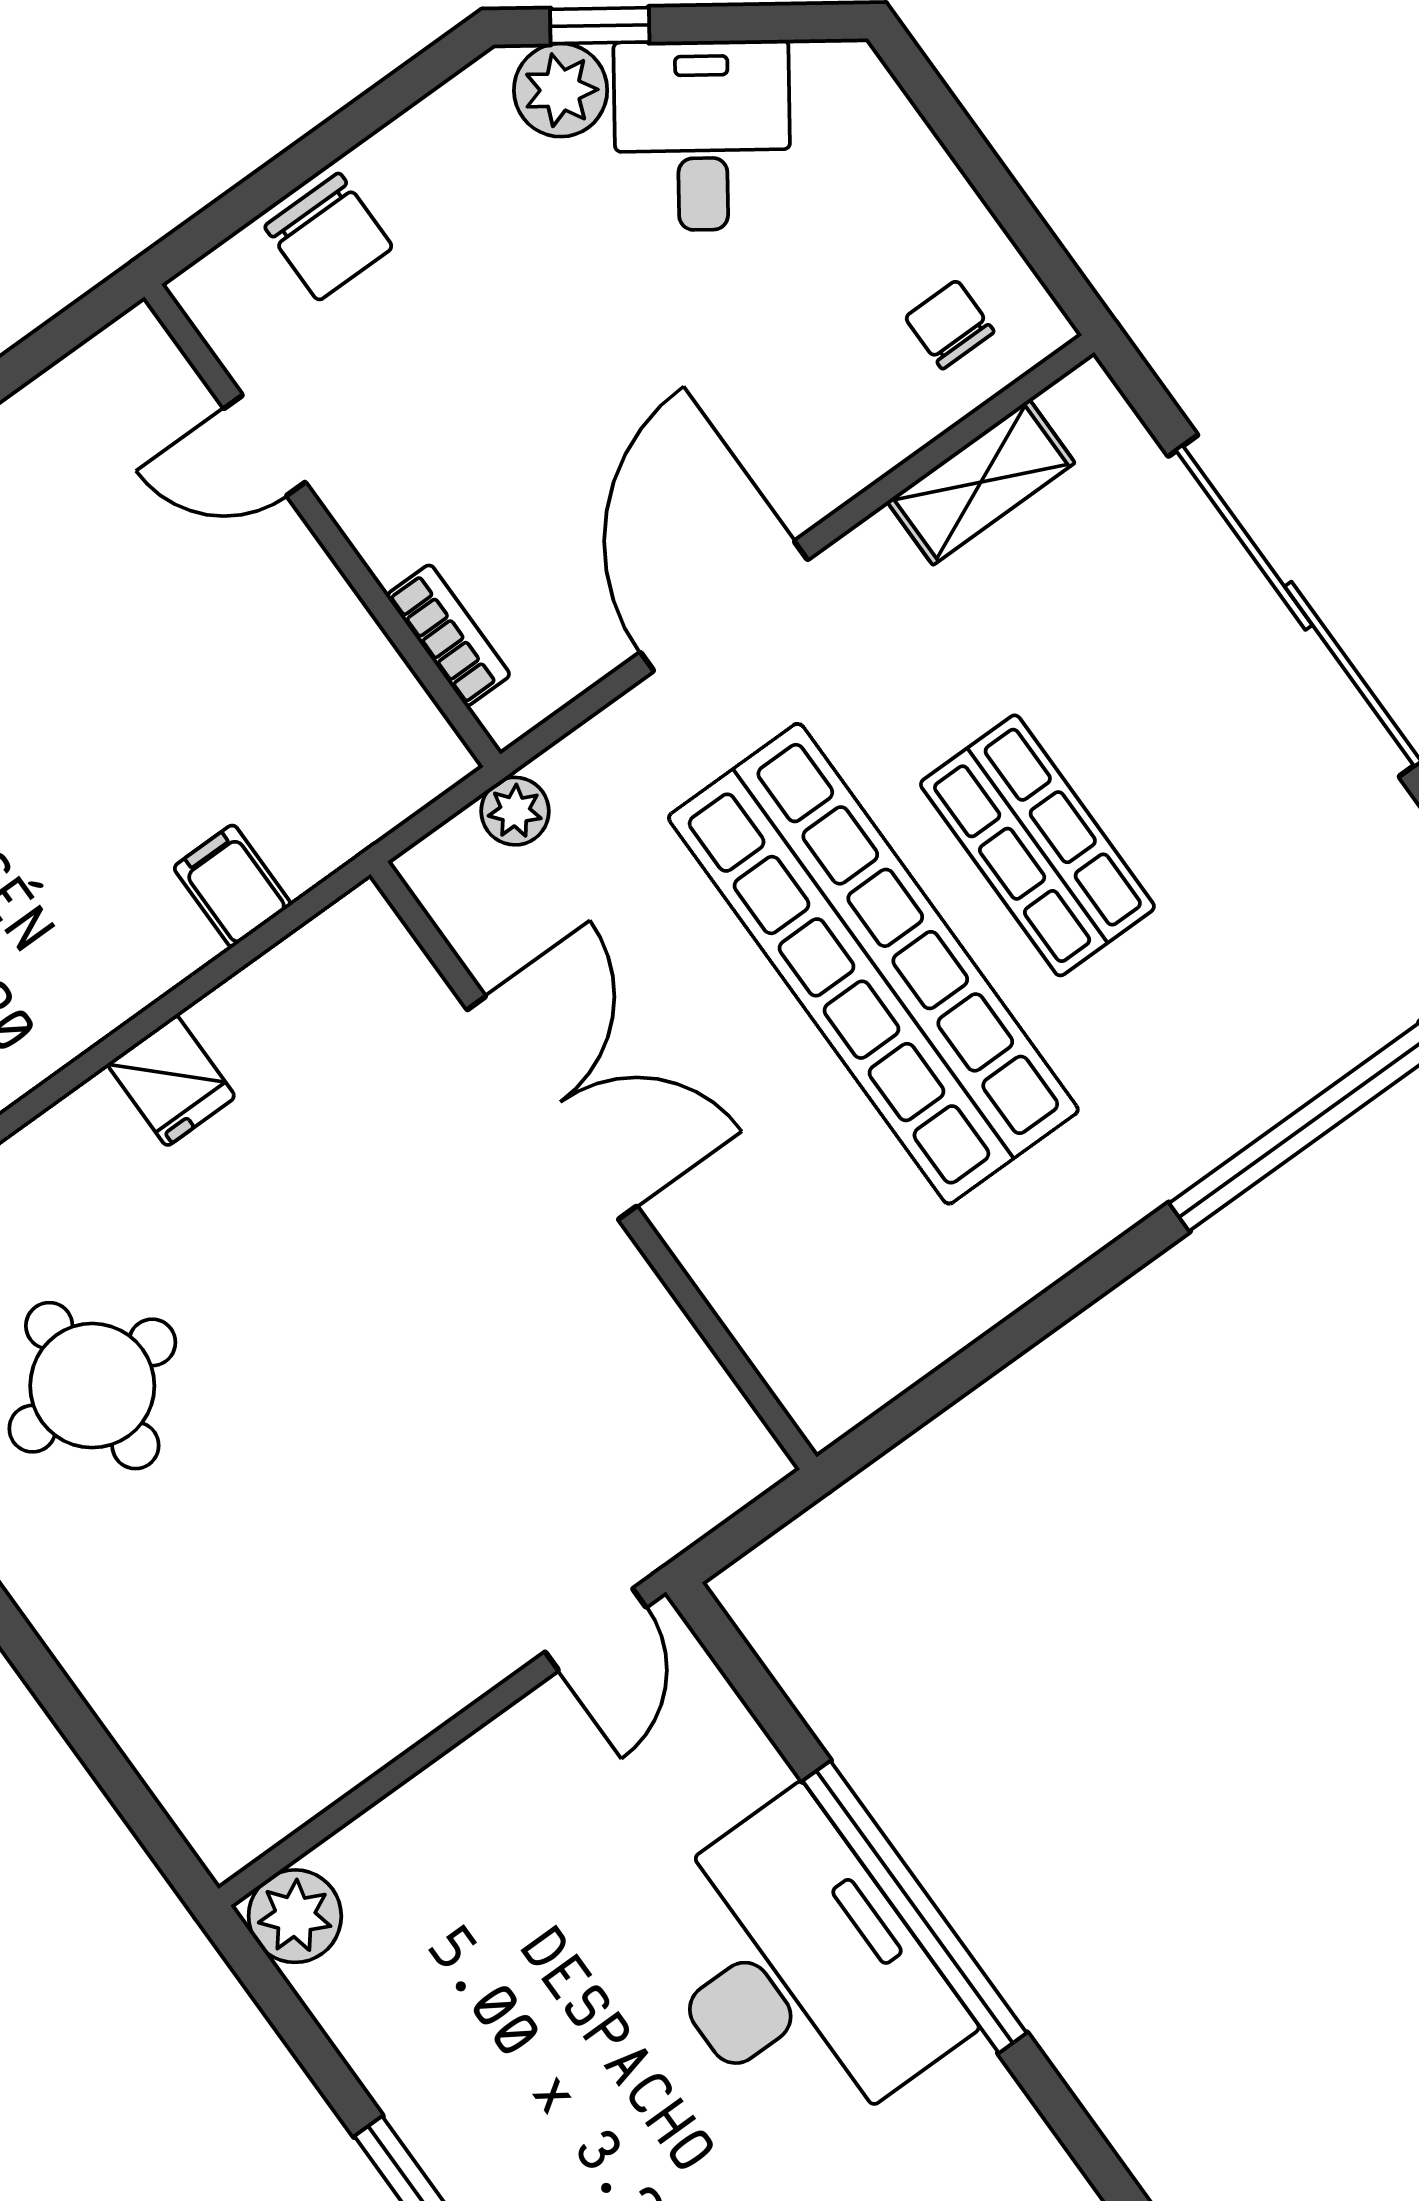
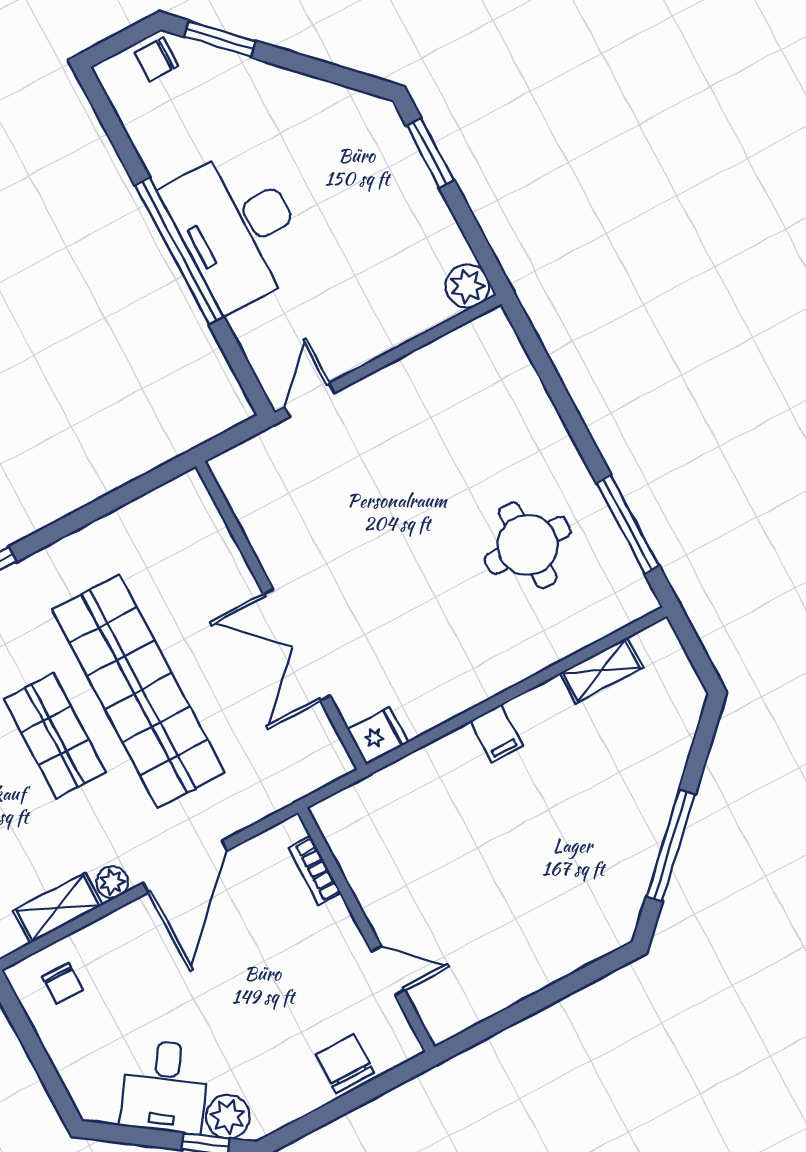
plant: (515, 811) -> (112, 882), moved
filing cabinet: (232, 886) -> (496, 733), moved
fridge: (171, 1081) -> (378, 736), moved, turned 90

